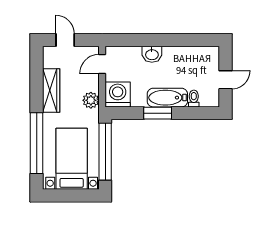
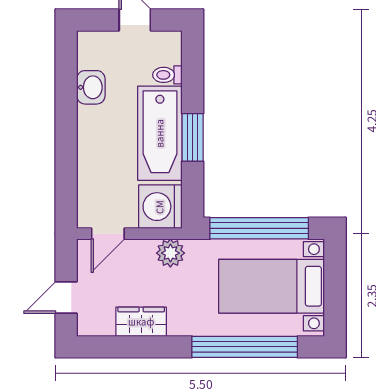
washbasin: (152, 54) -> (91, 87), moved
door: (102, 64) -> (108, 234), hinge flipped
wardrobe: (51, 91) -> (141, 322), width x0.67
bathtub: (167, 98) -> (160, 133), width x1.36, depth x1.36

